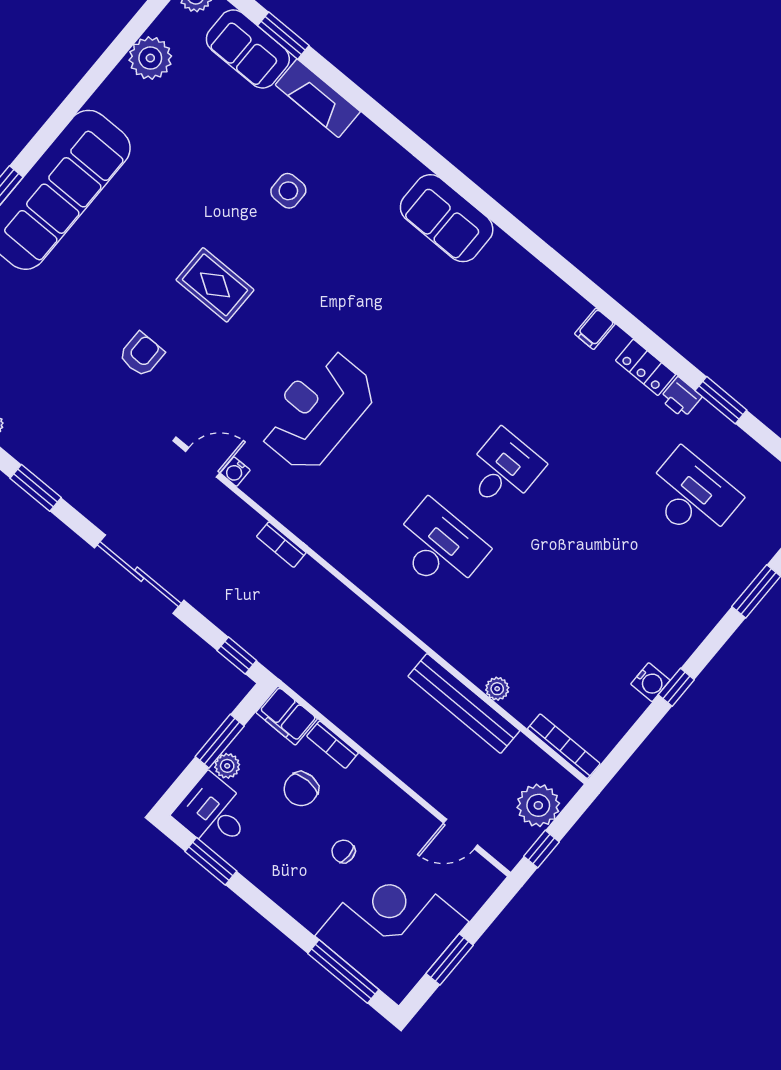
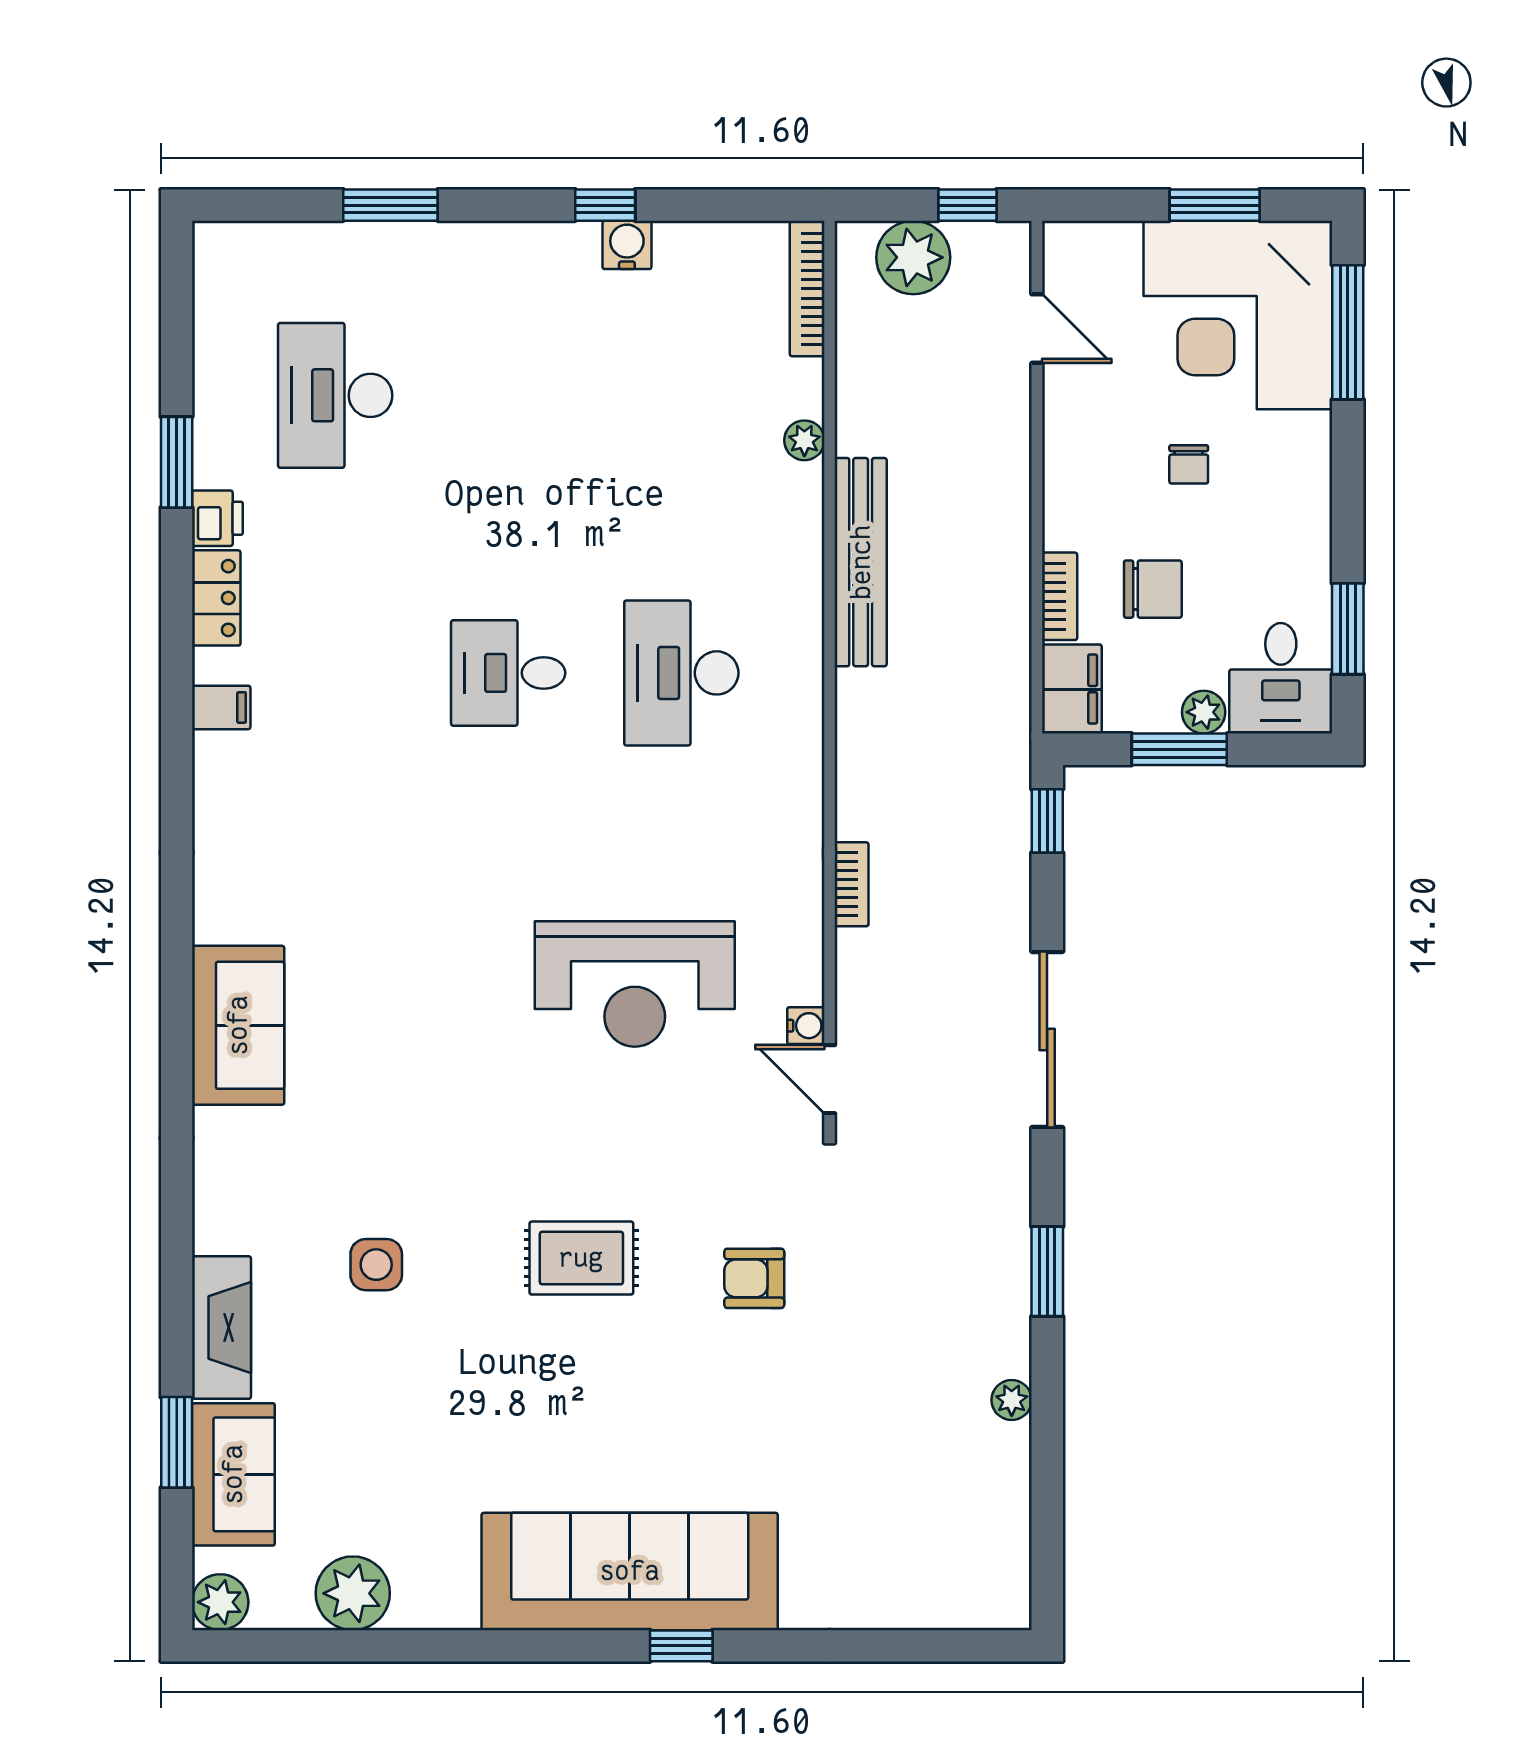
rug: (215, 285) -> (581, 1258), turned 90
bench: (464, 703) -> (861, 562), moved

